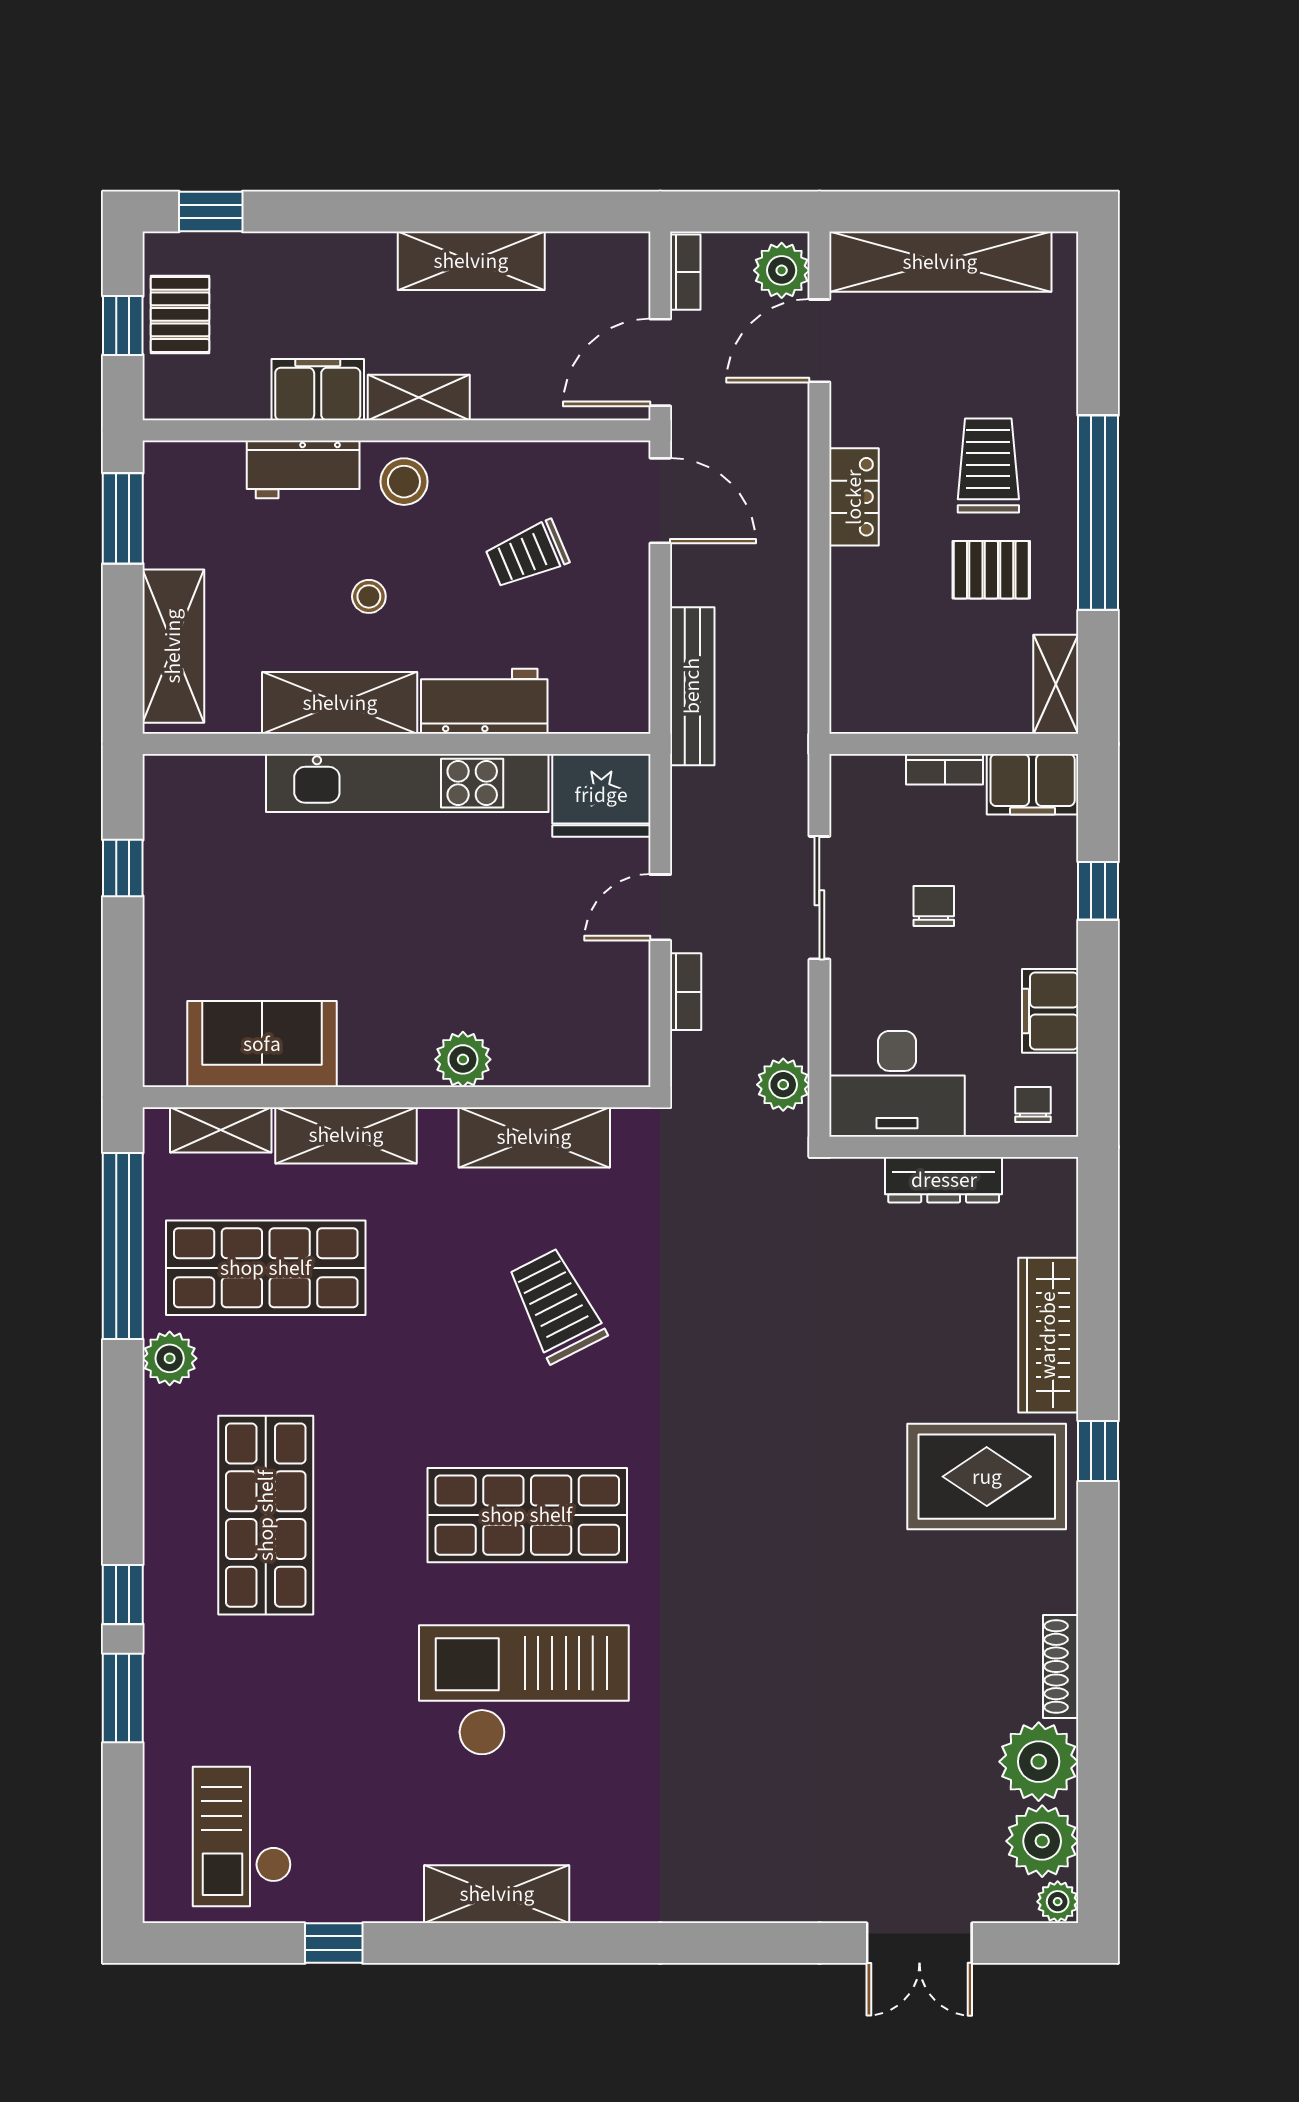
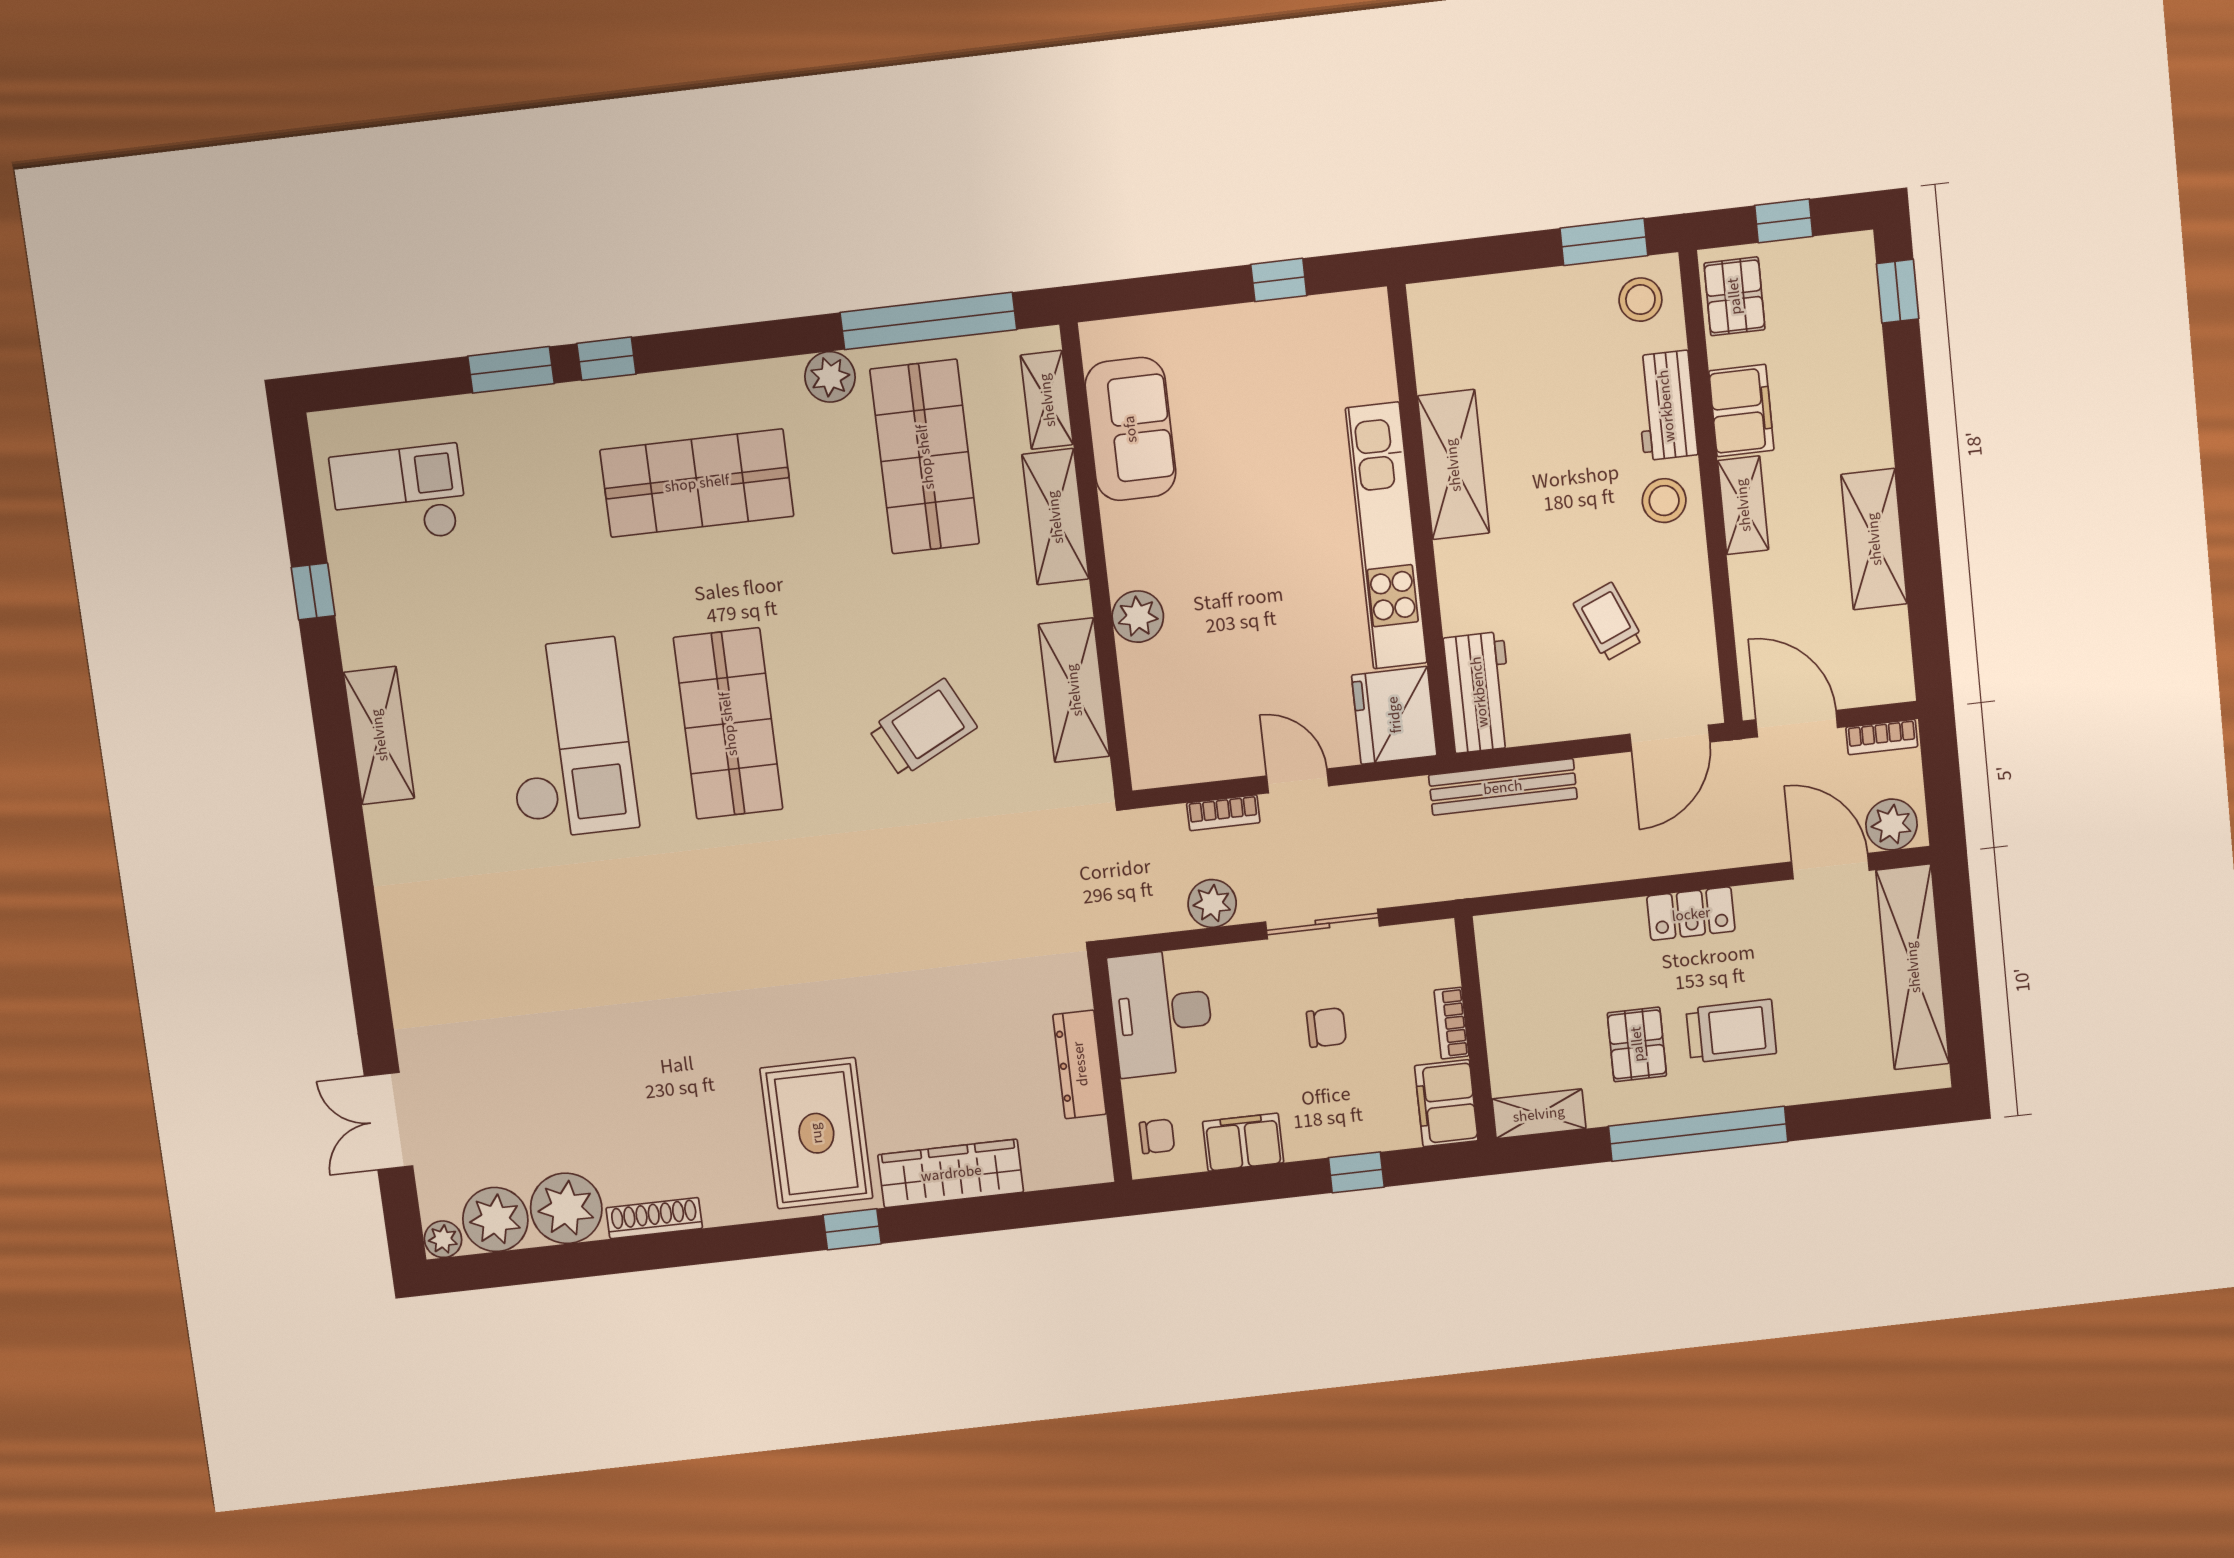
pallet: (180, 314) -> (1734, 296), moved, turned 90
stool: (369, 596) -> (1640, 300), moved, width x1.37, depth x1.37
shelving: (173, 646) -> (1490, 303), removed
workbench: (484, 701) -> (1479, 692), moved
plant: (783, 1085) -> (1212, 903), moved

